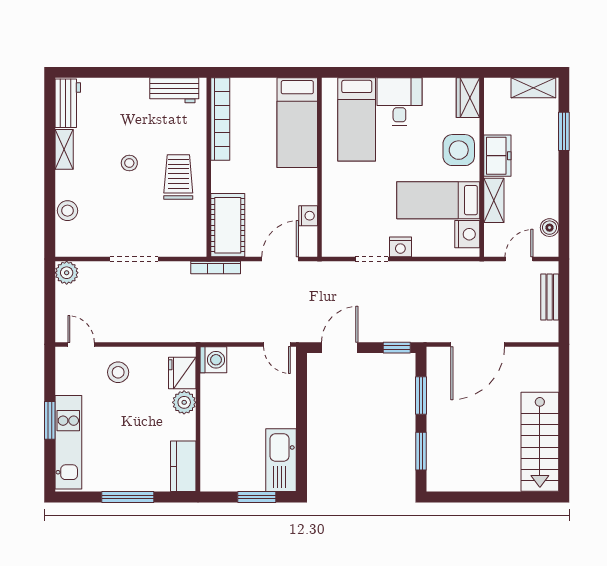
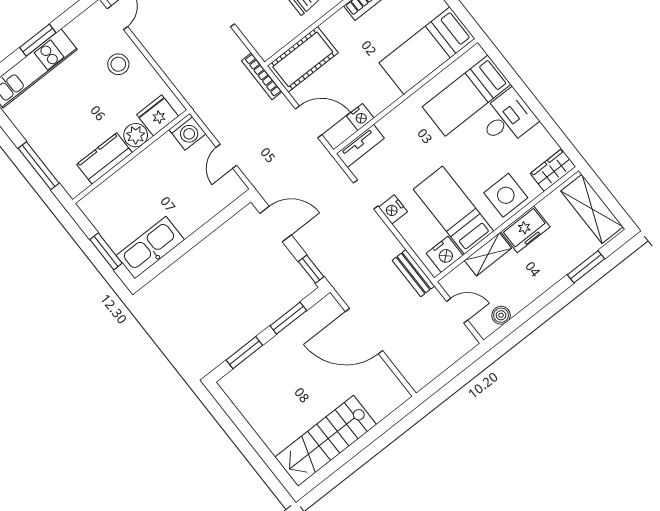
shelving: (533, 88) -> (592, 209), width x1.50, depth x1.33
tv unit: (331, 233) -> (360, 146), added
bench: (550, 297) -> (413, 273), moved, turned 90
door: (277, 344) -> (226, 156), moved
kitchen counter: (183, 466) -> (104, 159), moved
window: (128, 497) -> (39, 166), moved

